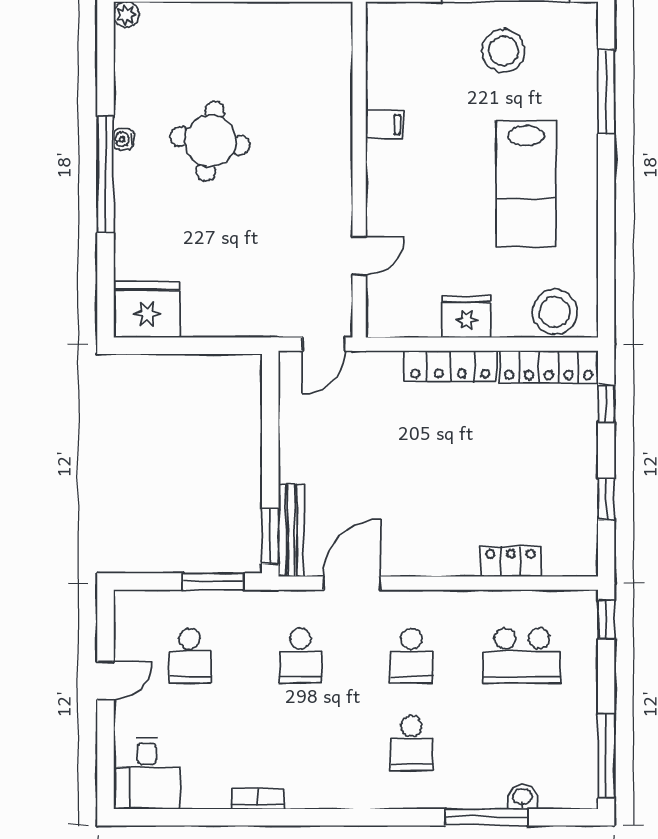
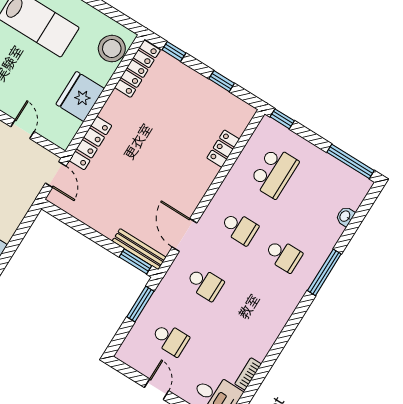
fridge: (466, 317) -> (80, 96), width x1.36, depth x1.34
locker: (450, 366) -> (90, 143), moved
bookcase: (258, 799) -> (248, 374), moved
window: (486, 817) -> (324, 272), moved

